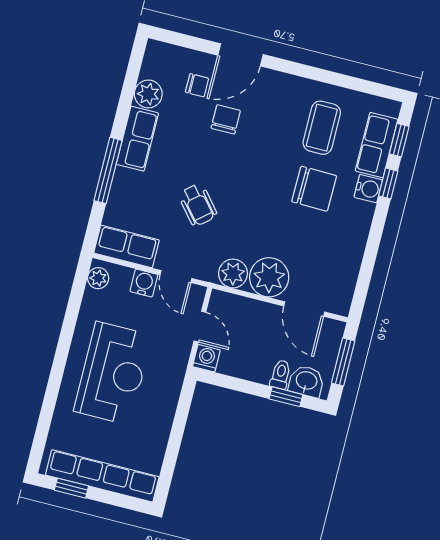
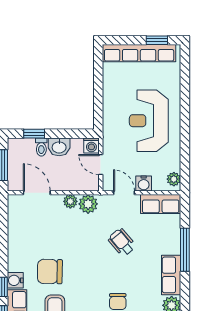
plant: (269, 277) -> (70, 201), width x0.53, depth x0.53
washbasin: (306, 381) -> (59, 147), moved

